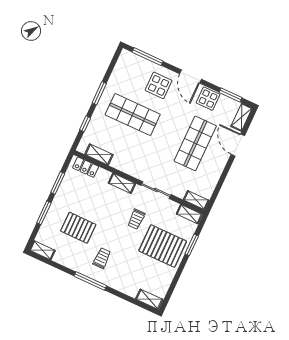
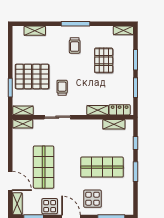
shelving: (122, 183) -> (98, 110), moved
pallet: (78, 228) -> (104, 60), turned 90
shelving: (149, 299) -> (35, 31), moved

